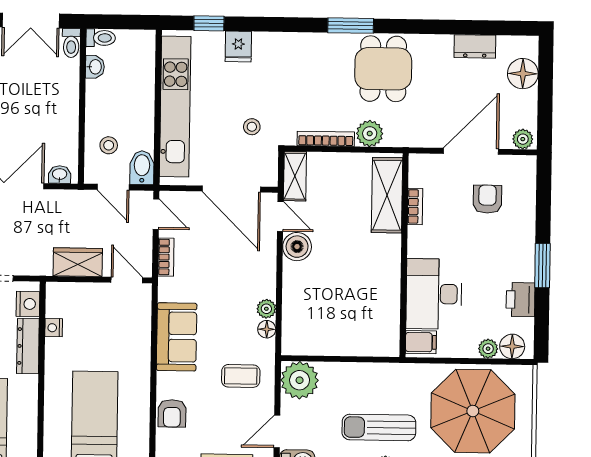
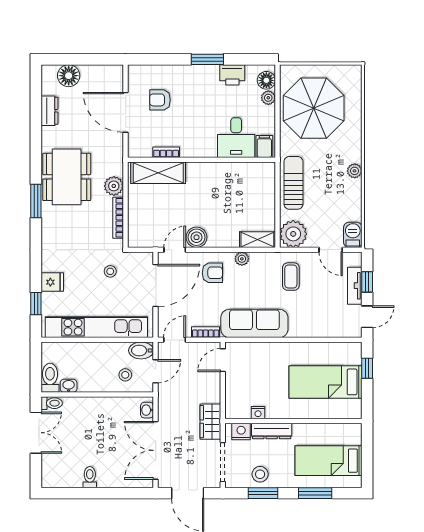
toilet: (101, 38) -> (50, 378), width x1.37, depth x1.39
dining table: (383, 69) -> (67, 177), width x1.38
plant: (523, 139) -> (116, 75), removed
shelving: (295, 176) -> (257, 240), moved
wardrobe: (78, 262) -> (210, 422), moved
desk: (434, 294) -> (236, 138), width x0.73
floor lamp: (267, 329) -> (257, 258), removed
sofa: (177, 337) -> (254, 323), width x1.36
armchair: (172, 413) -> (212, 273), moved
sun lounger: (379, 427) -> (293, 183), moved, turned 180

